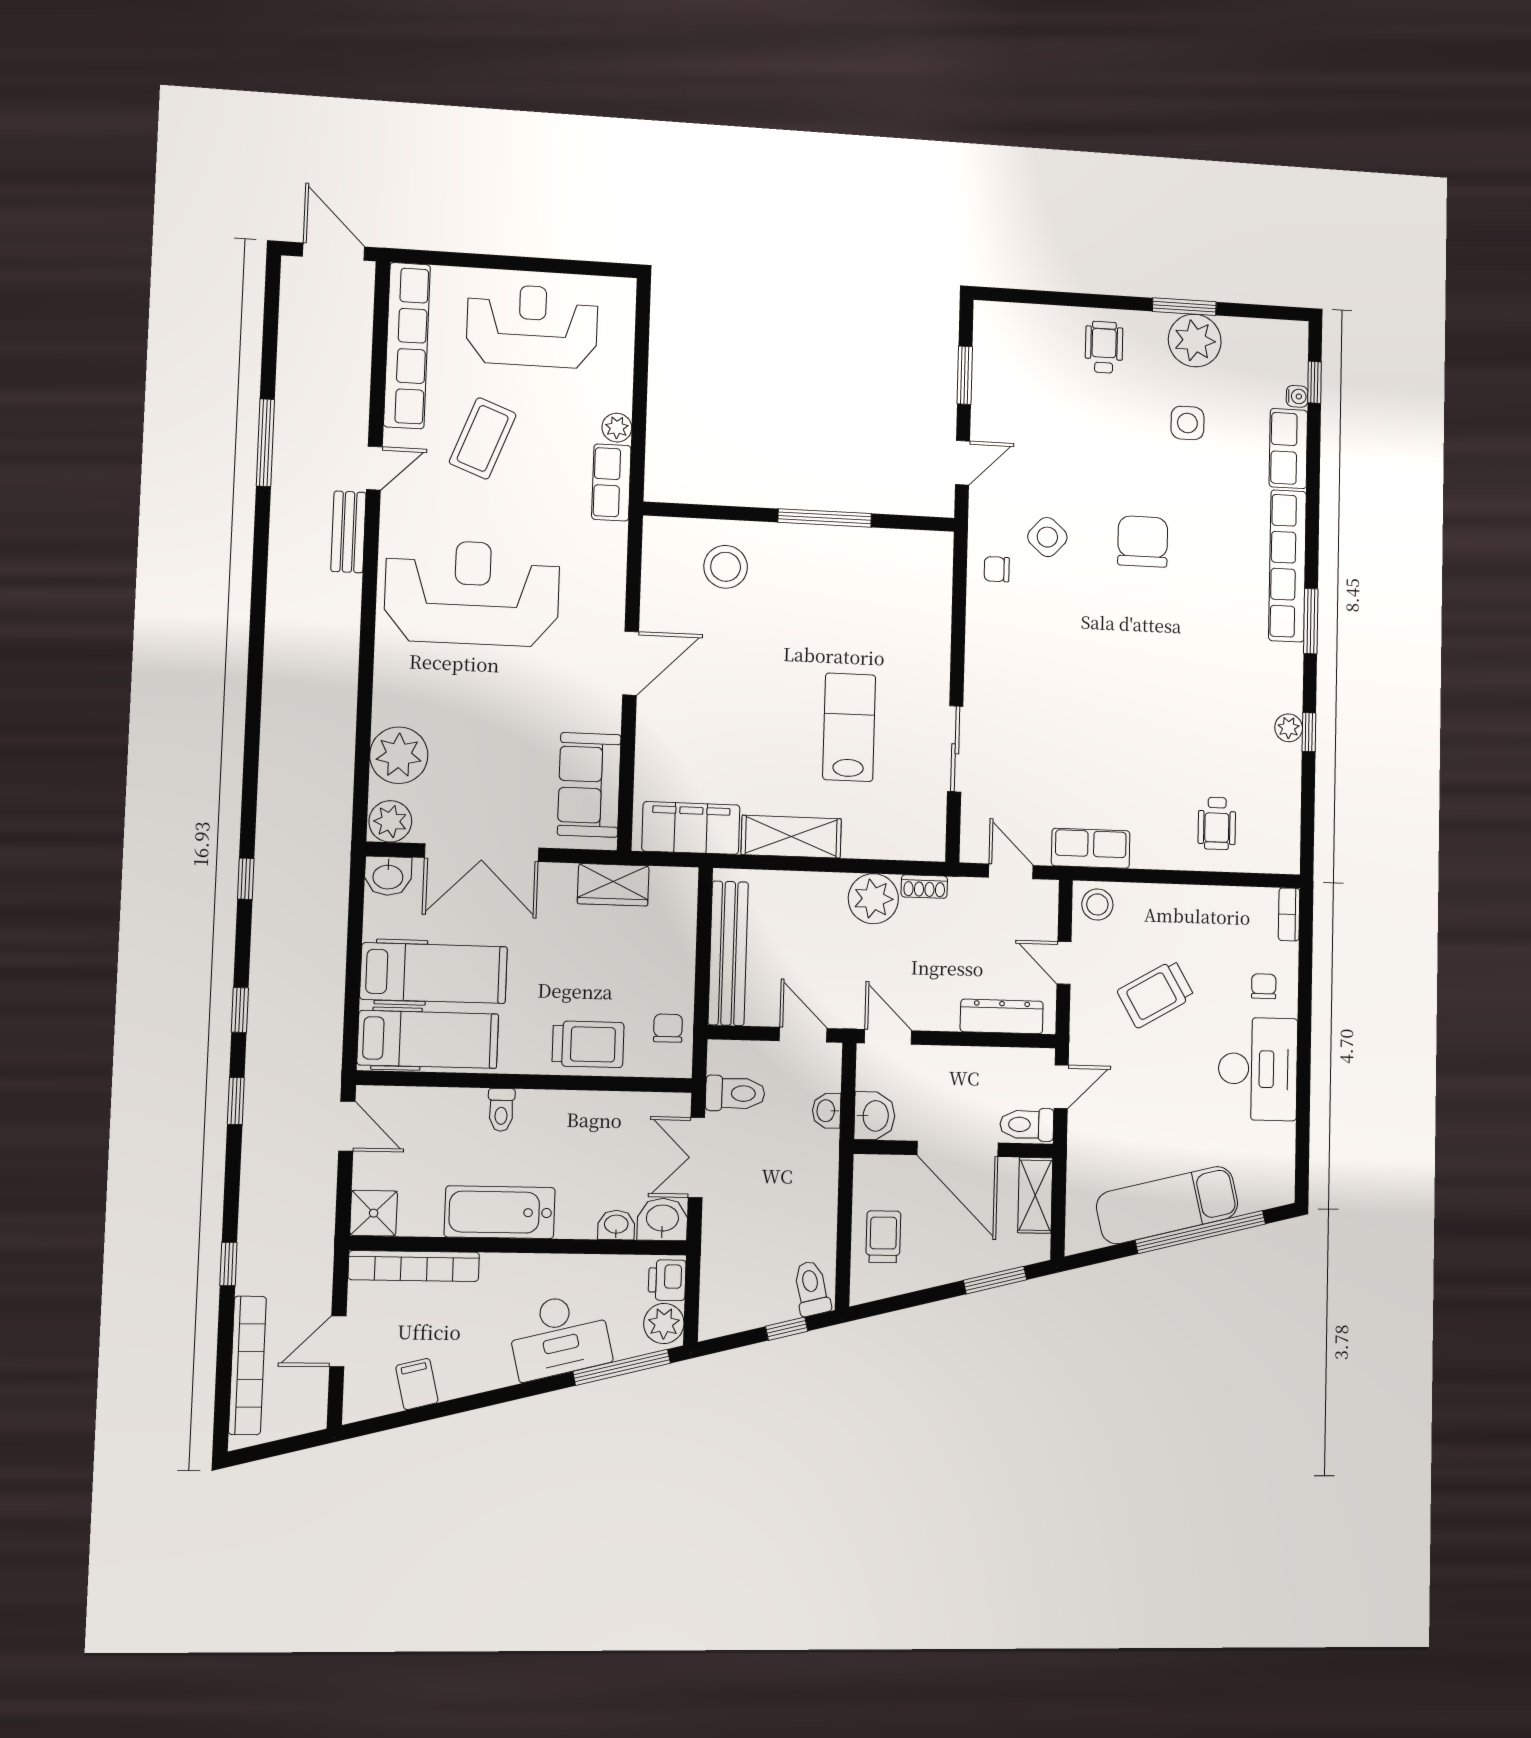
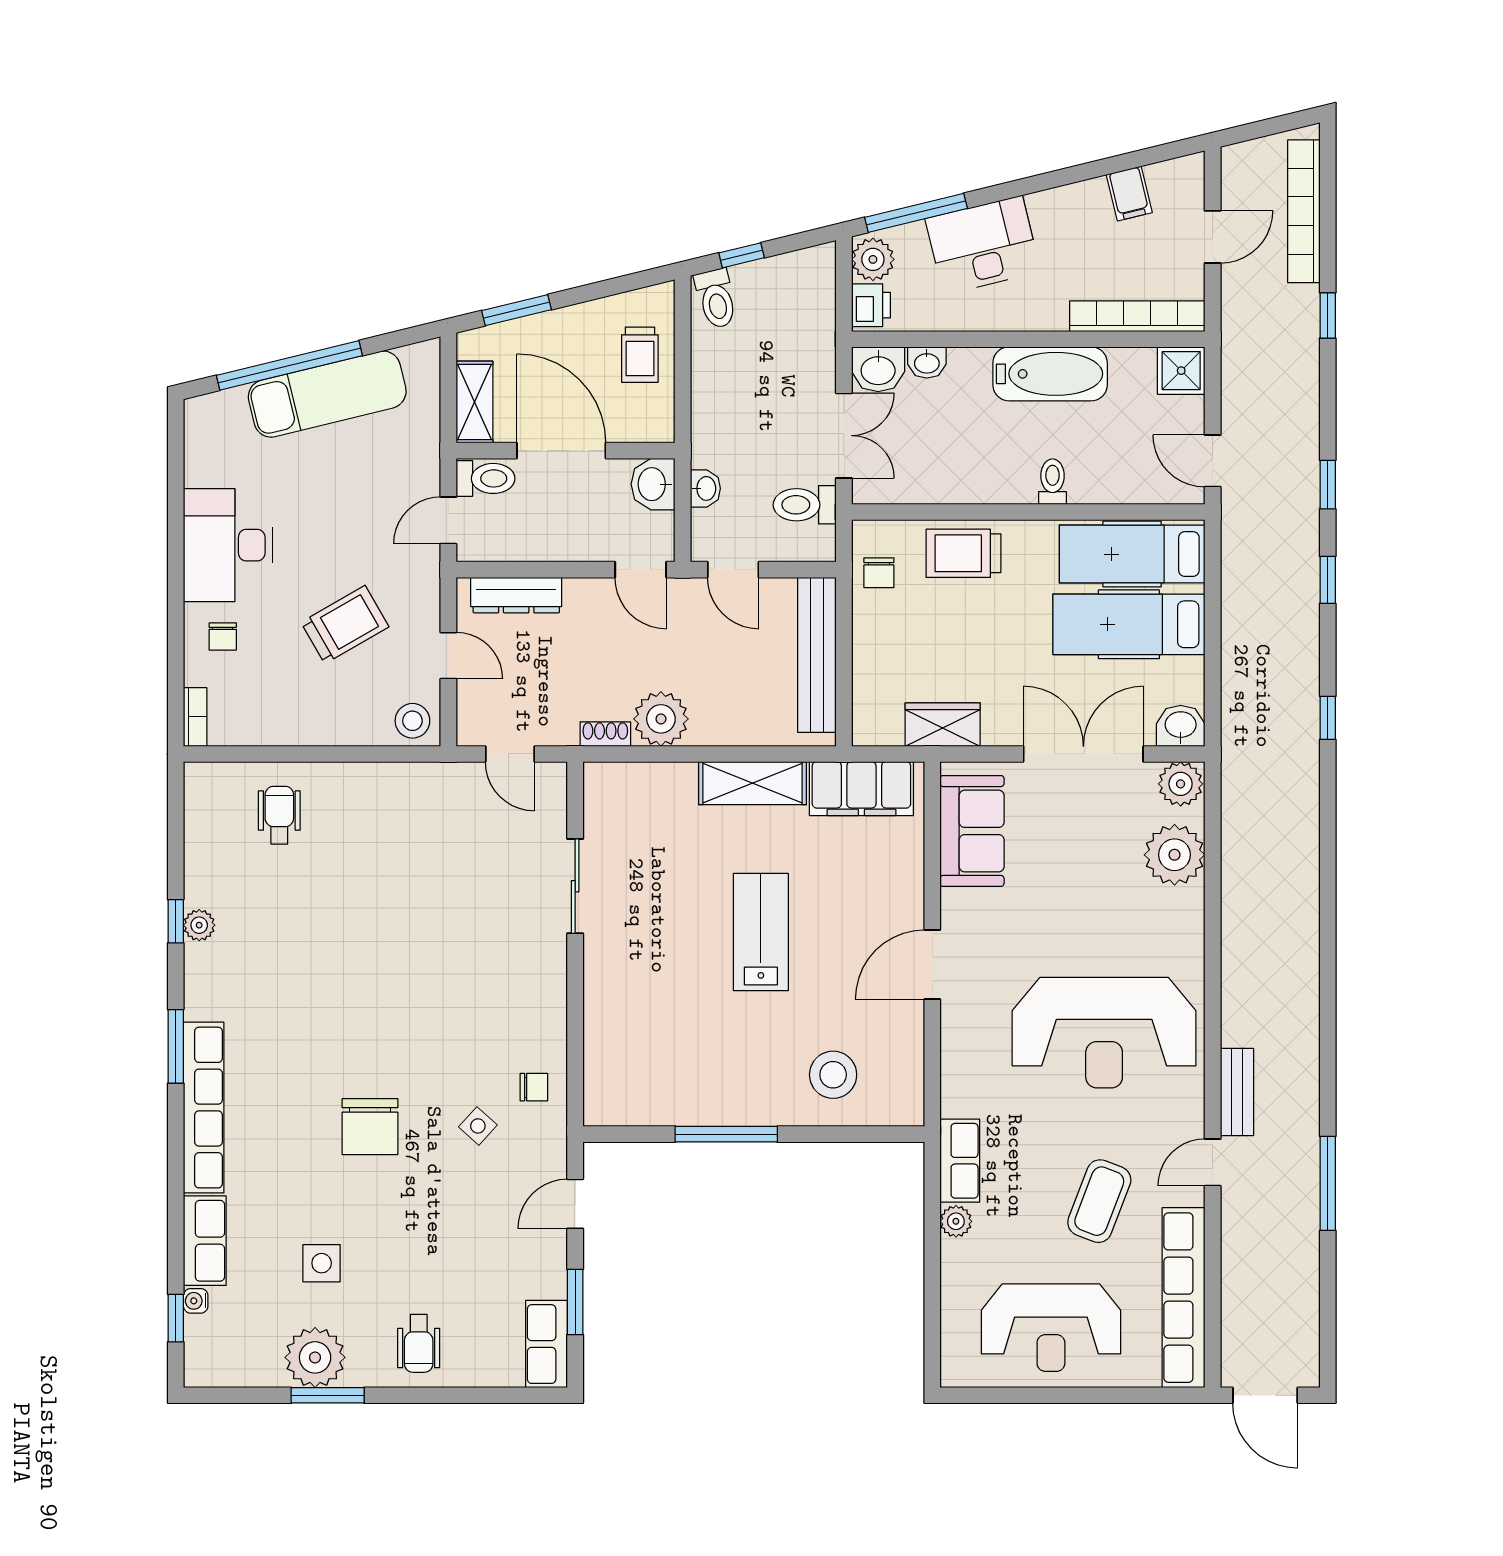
side table: (1047, 537) -> (478, 1126), width x0.73, depth x0.73
lab bench: (849, 727) -> (761, 932), moved, turned 180
row of seats: (1091, 848) -> (547, 1344), moved, turned 90

